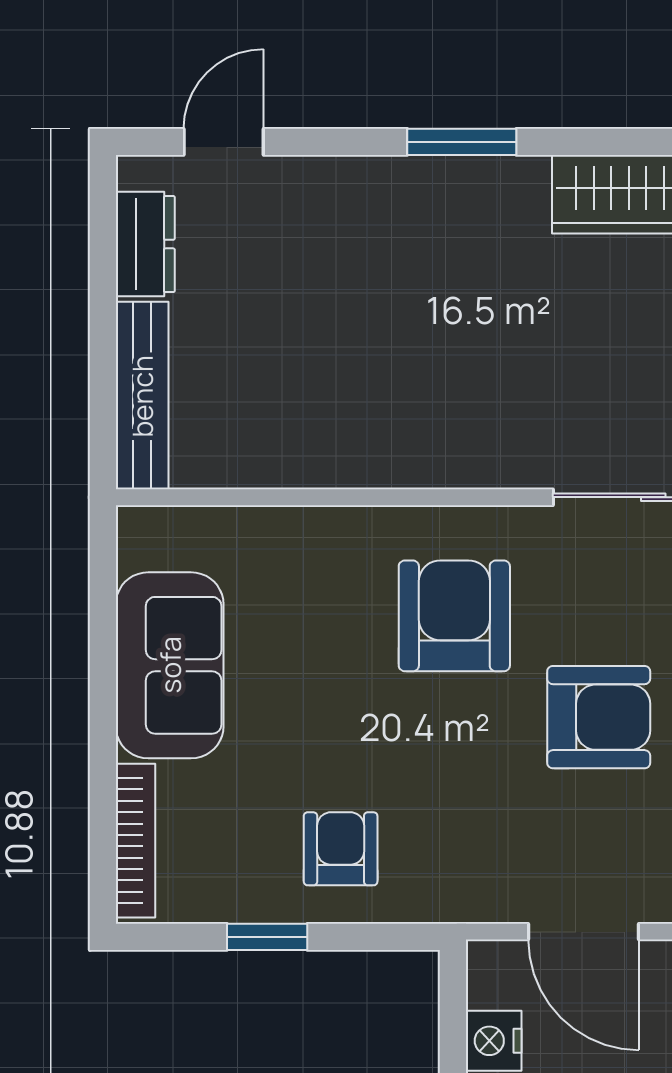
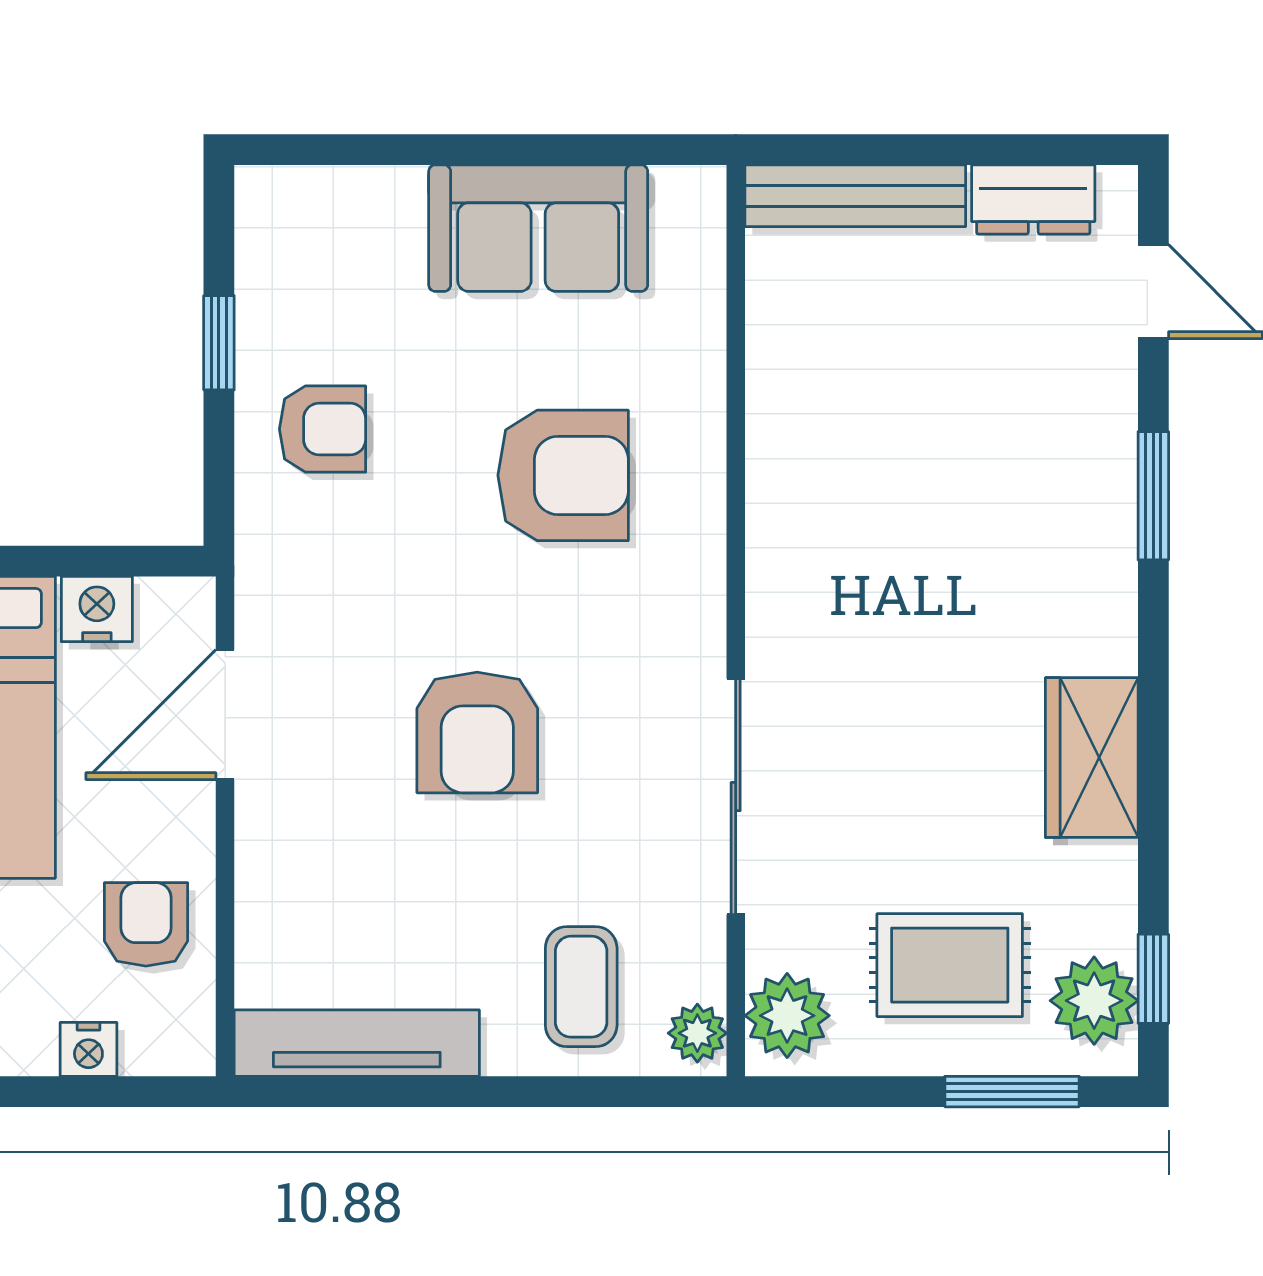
window: (462, 142) -> (1153, 496), moved
armchair: (454, 616) -> (563, 475), moved
bookcase: (135, 841) -> (332, 188), removed

